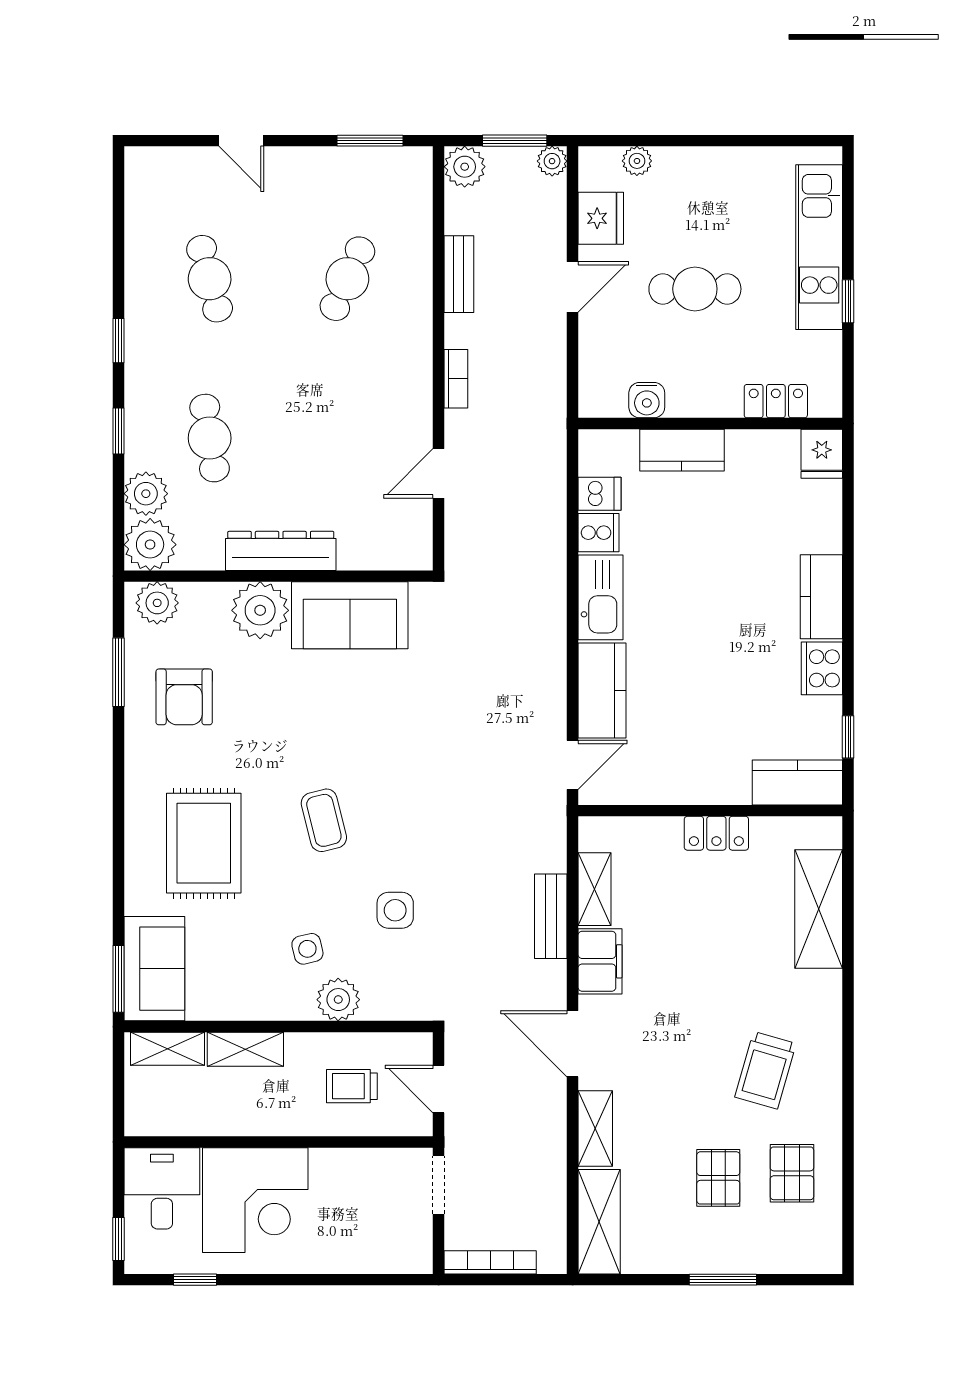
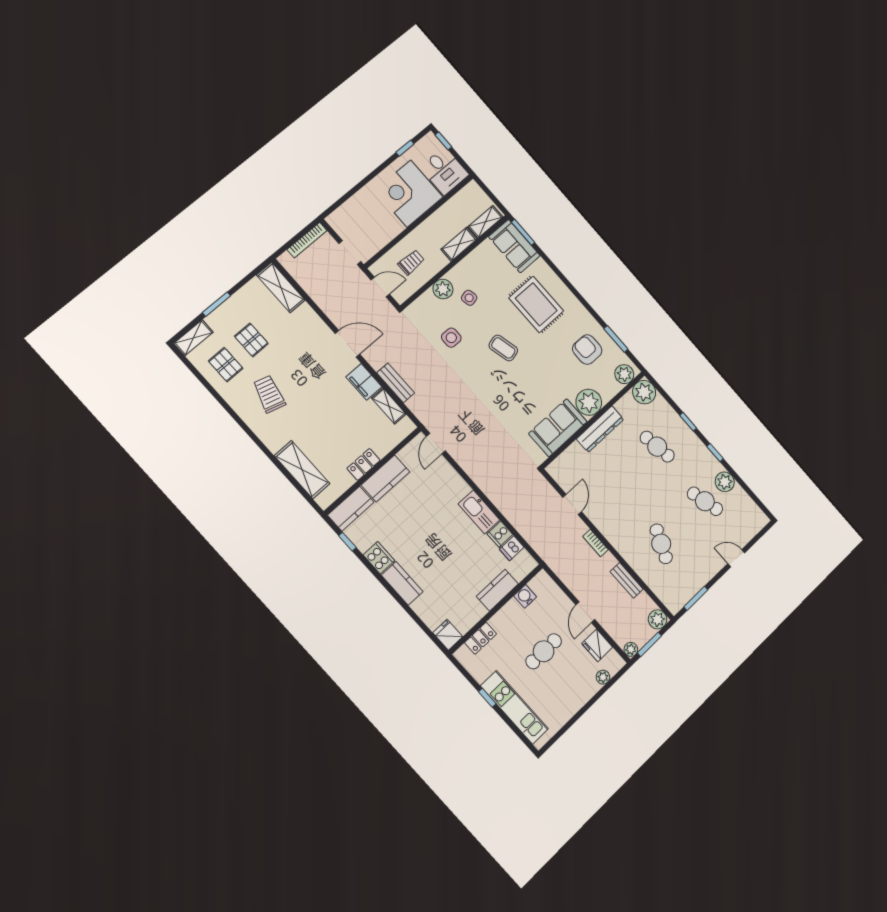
plant: (146, 494) -> (725, 482), moved
kitchen counter: (602, 690) -> (385, 478), moved, turned -90
shelving: (595, 1128) -> (193, 338), moved, turned 90

